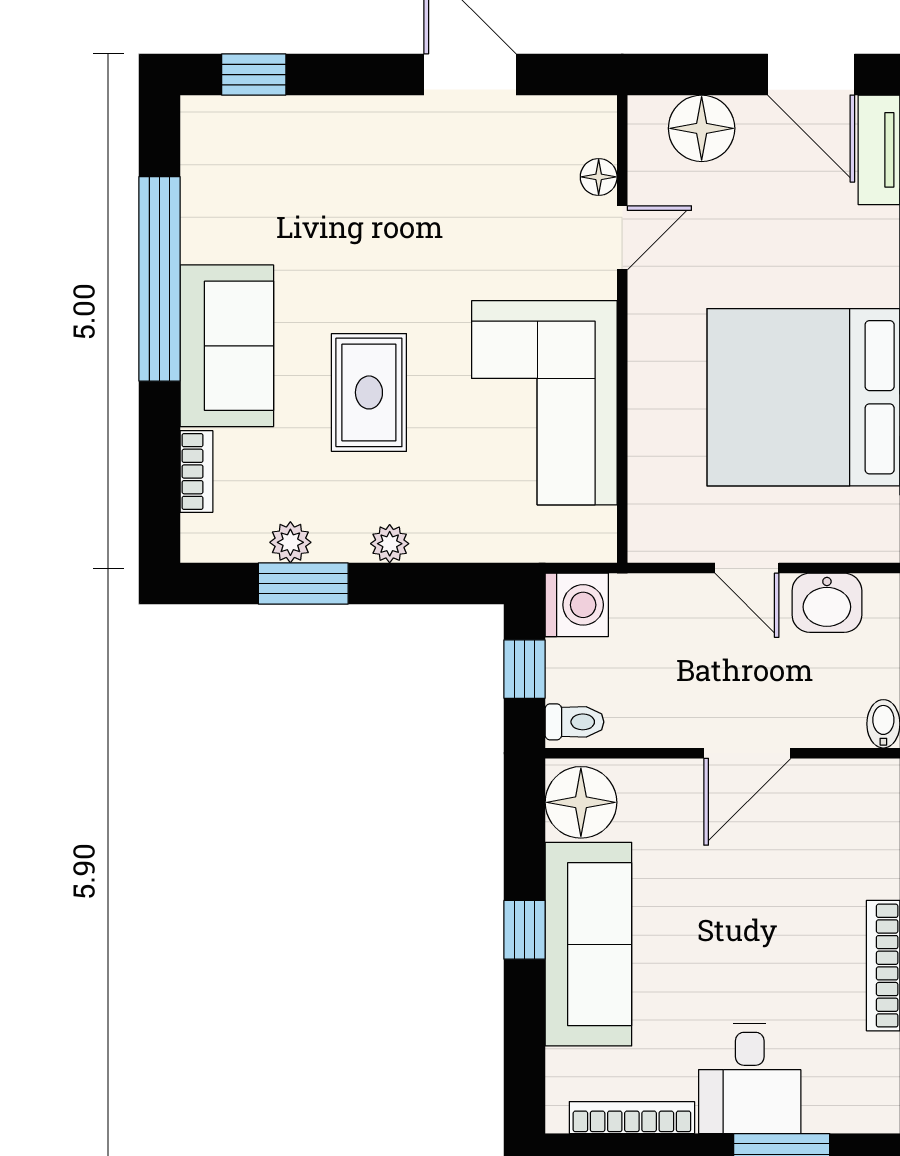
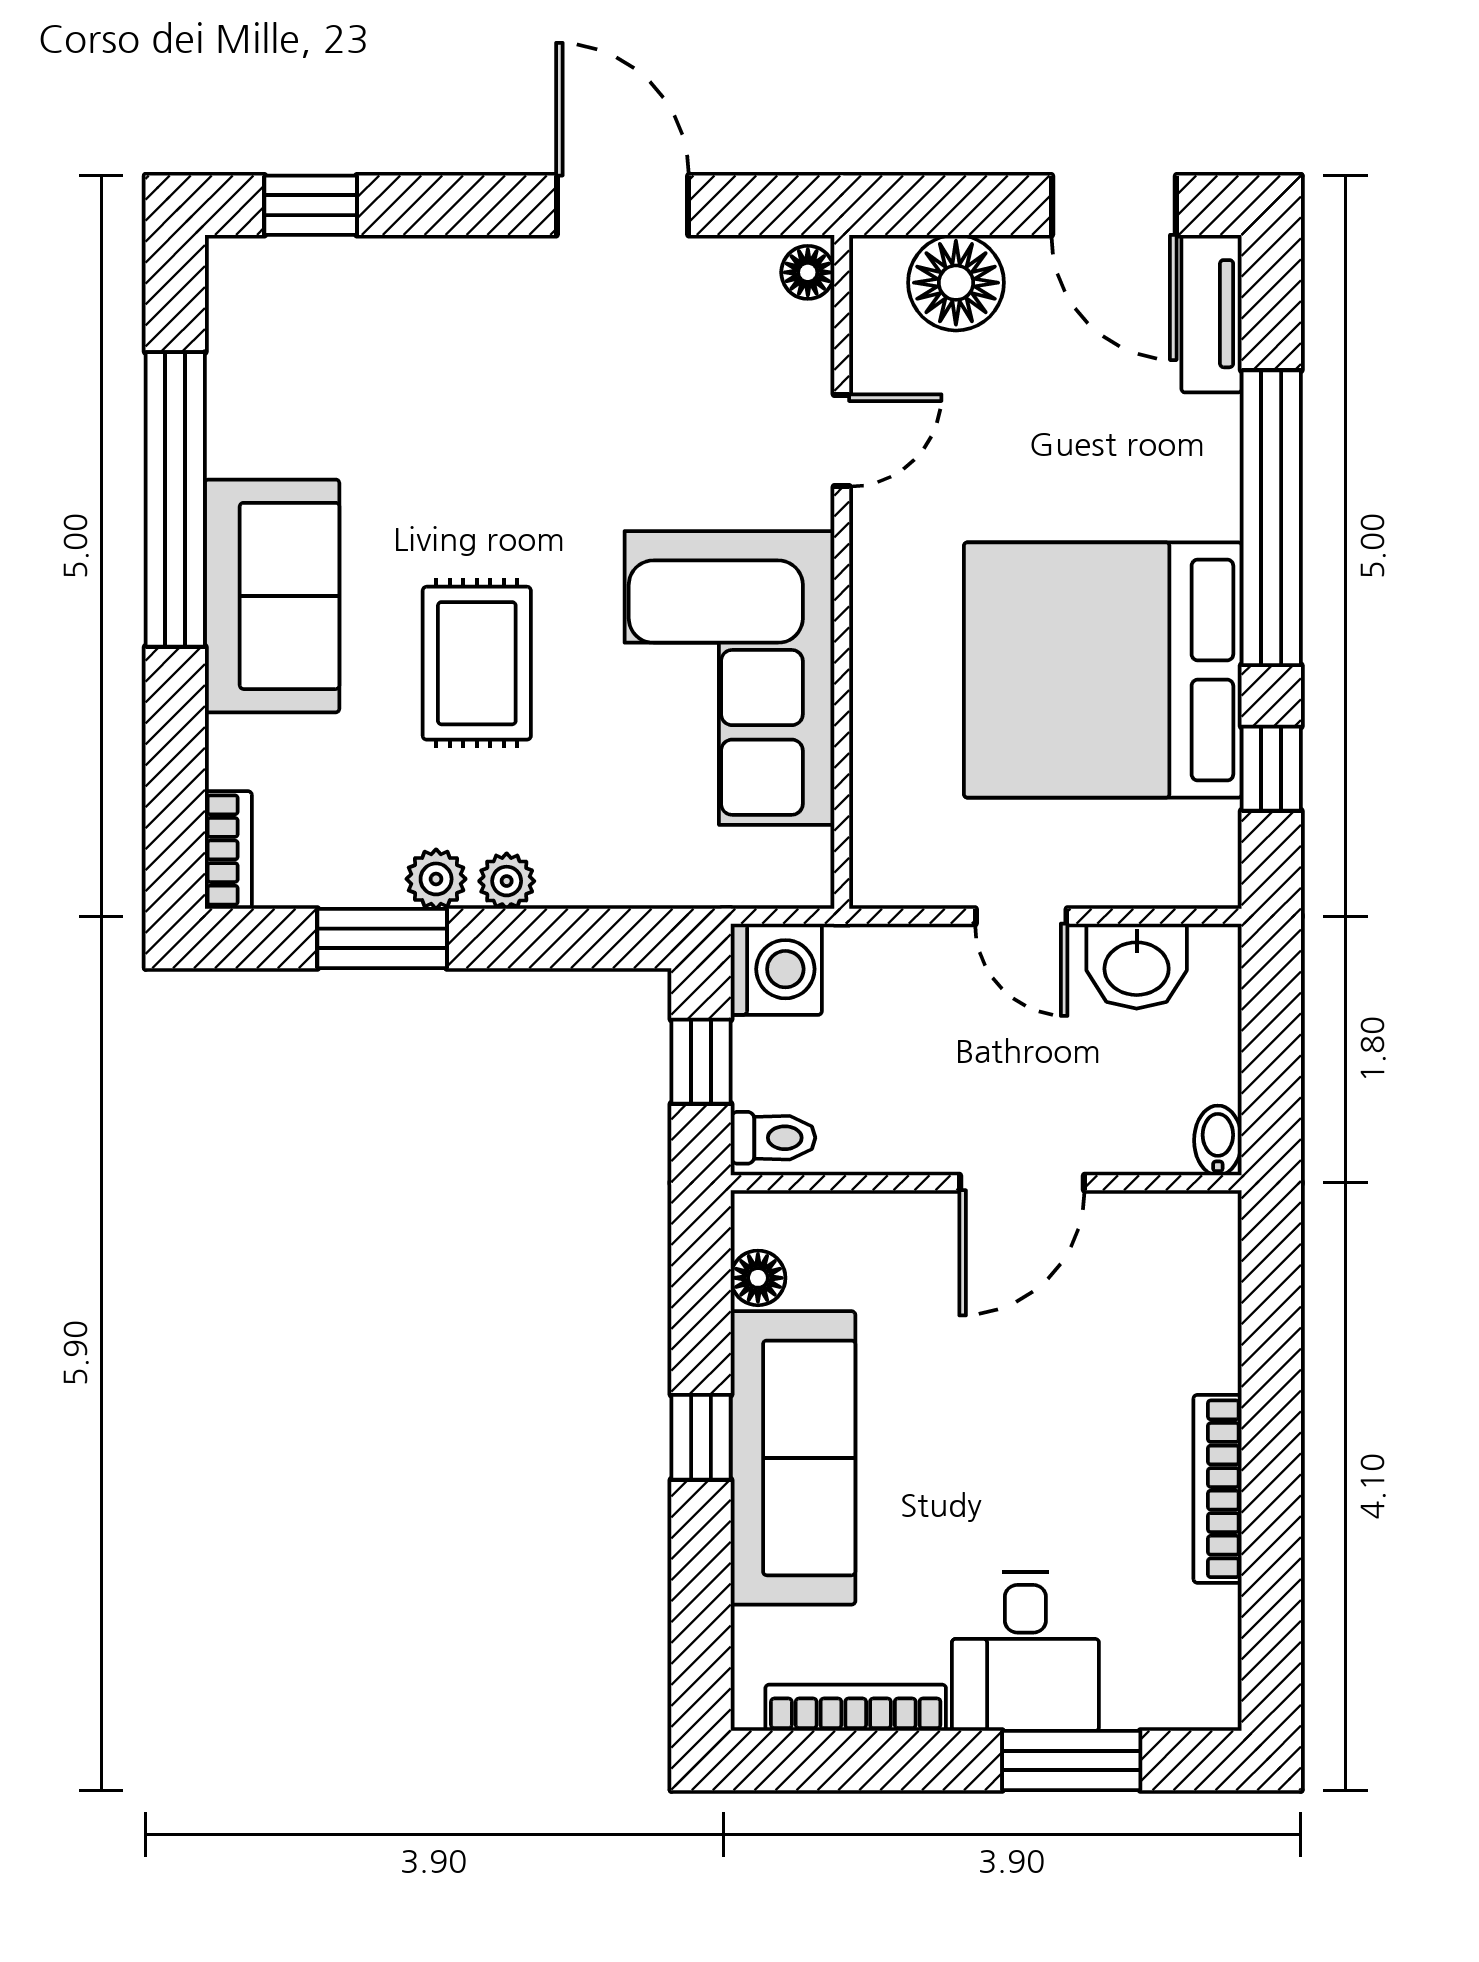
floor lamp: (599, 177) -> (808, 272), moved
bookcase: (196, 472) -> (228, 850), moved
plant: (290, 542) -> (436, 879), moved
floor lamp: (581, 802) -> (758, 1278), width x0.53, depth x0.53

